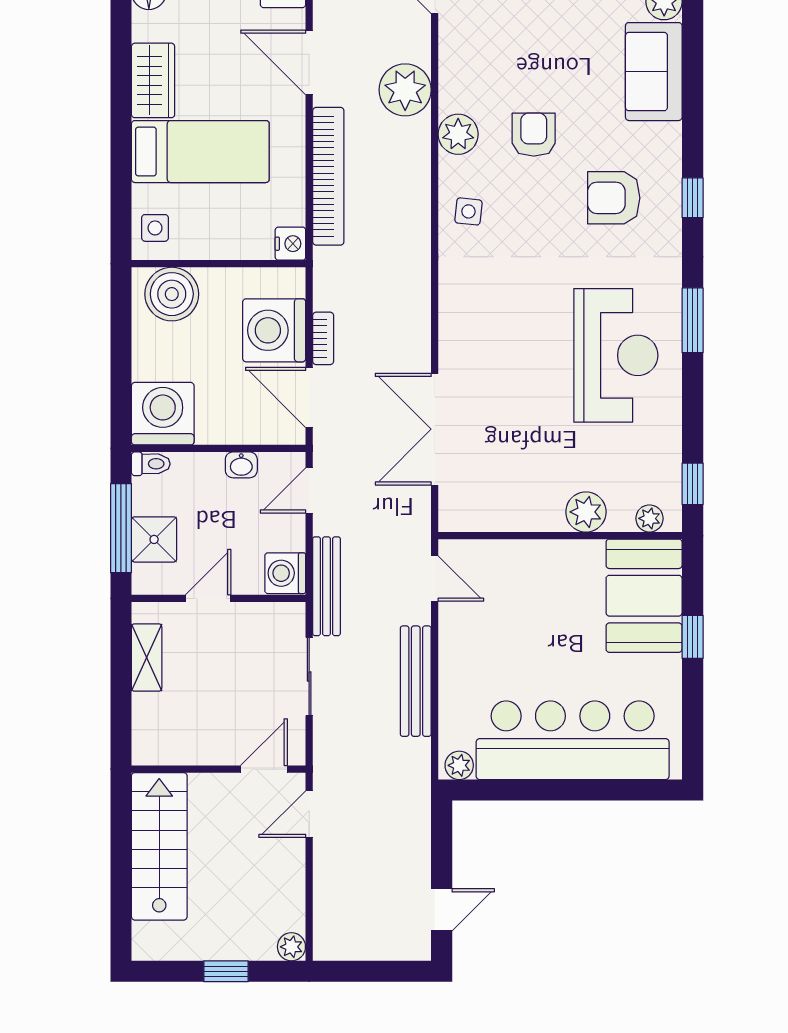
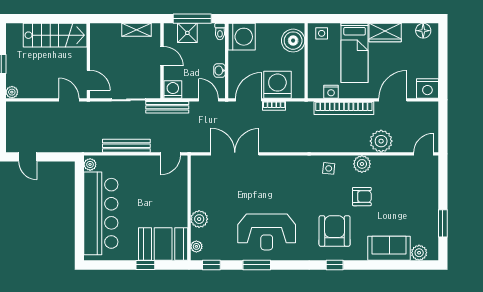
armchair: (614, 198) -> (335, 231), width x1.36, depth x1.36
nightstand: (290, 244) -> (331, 92), moved
window: (693, 320) -> (257, 265), moved

